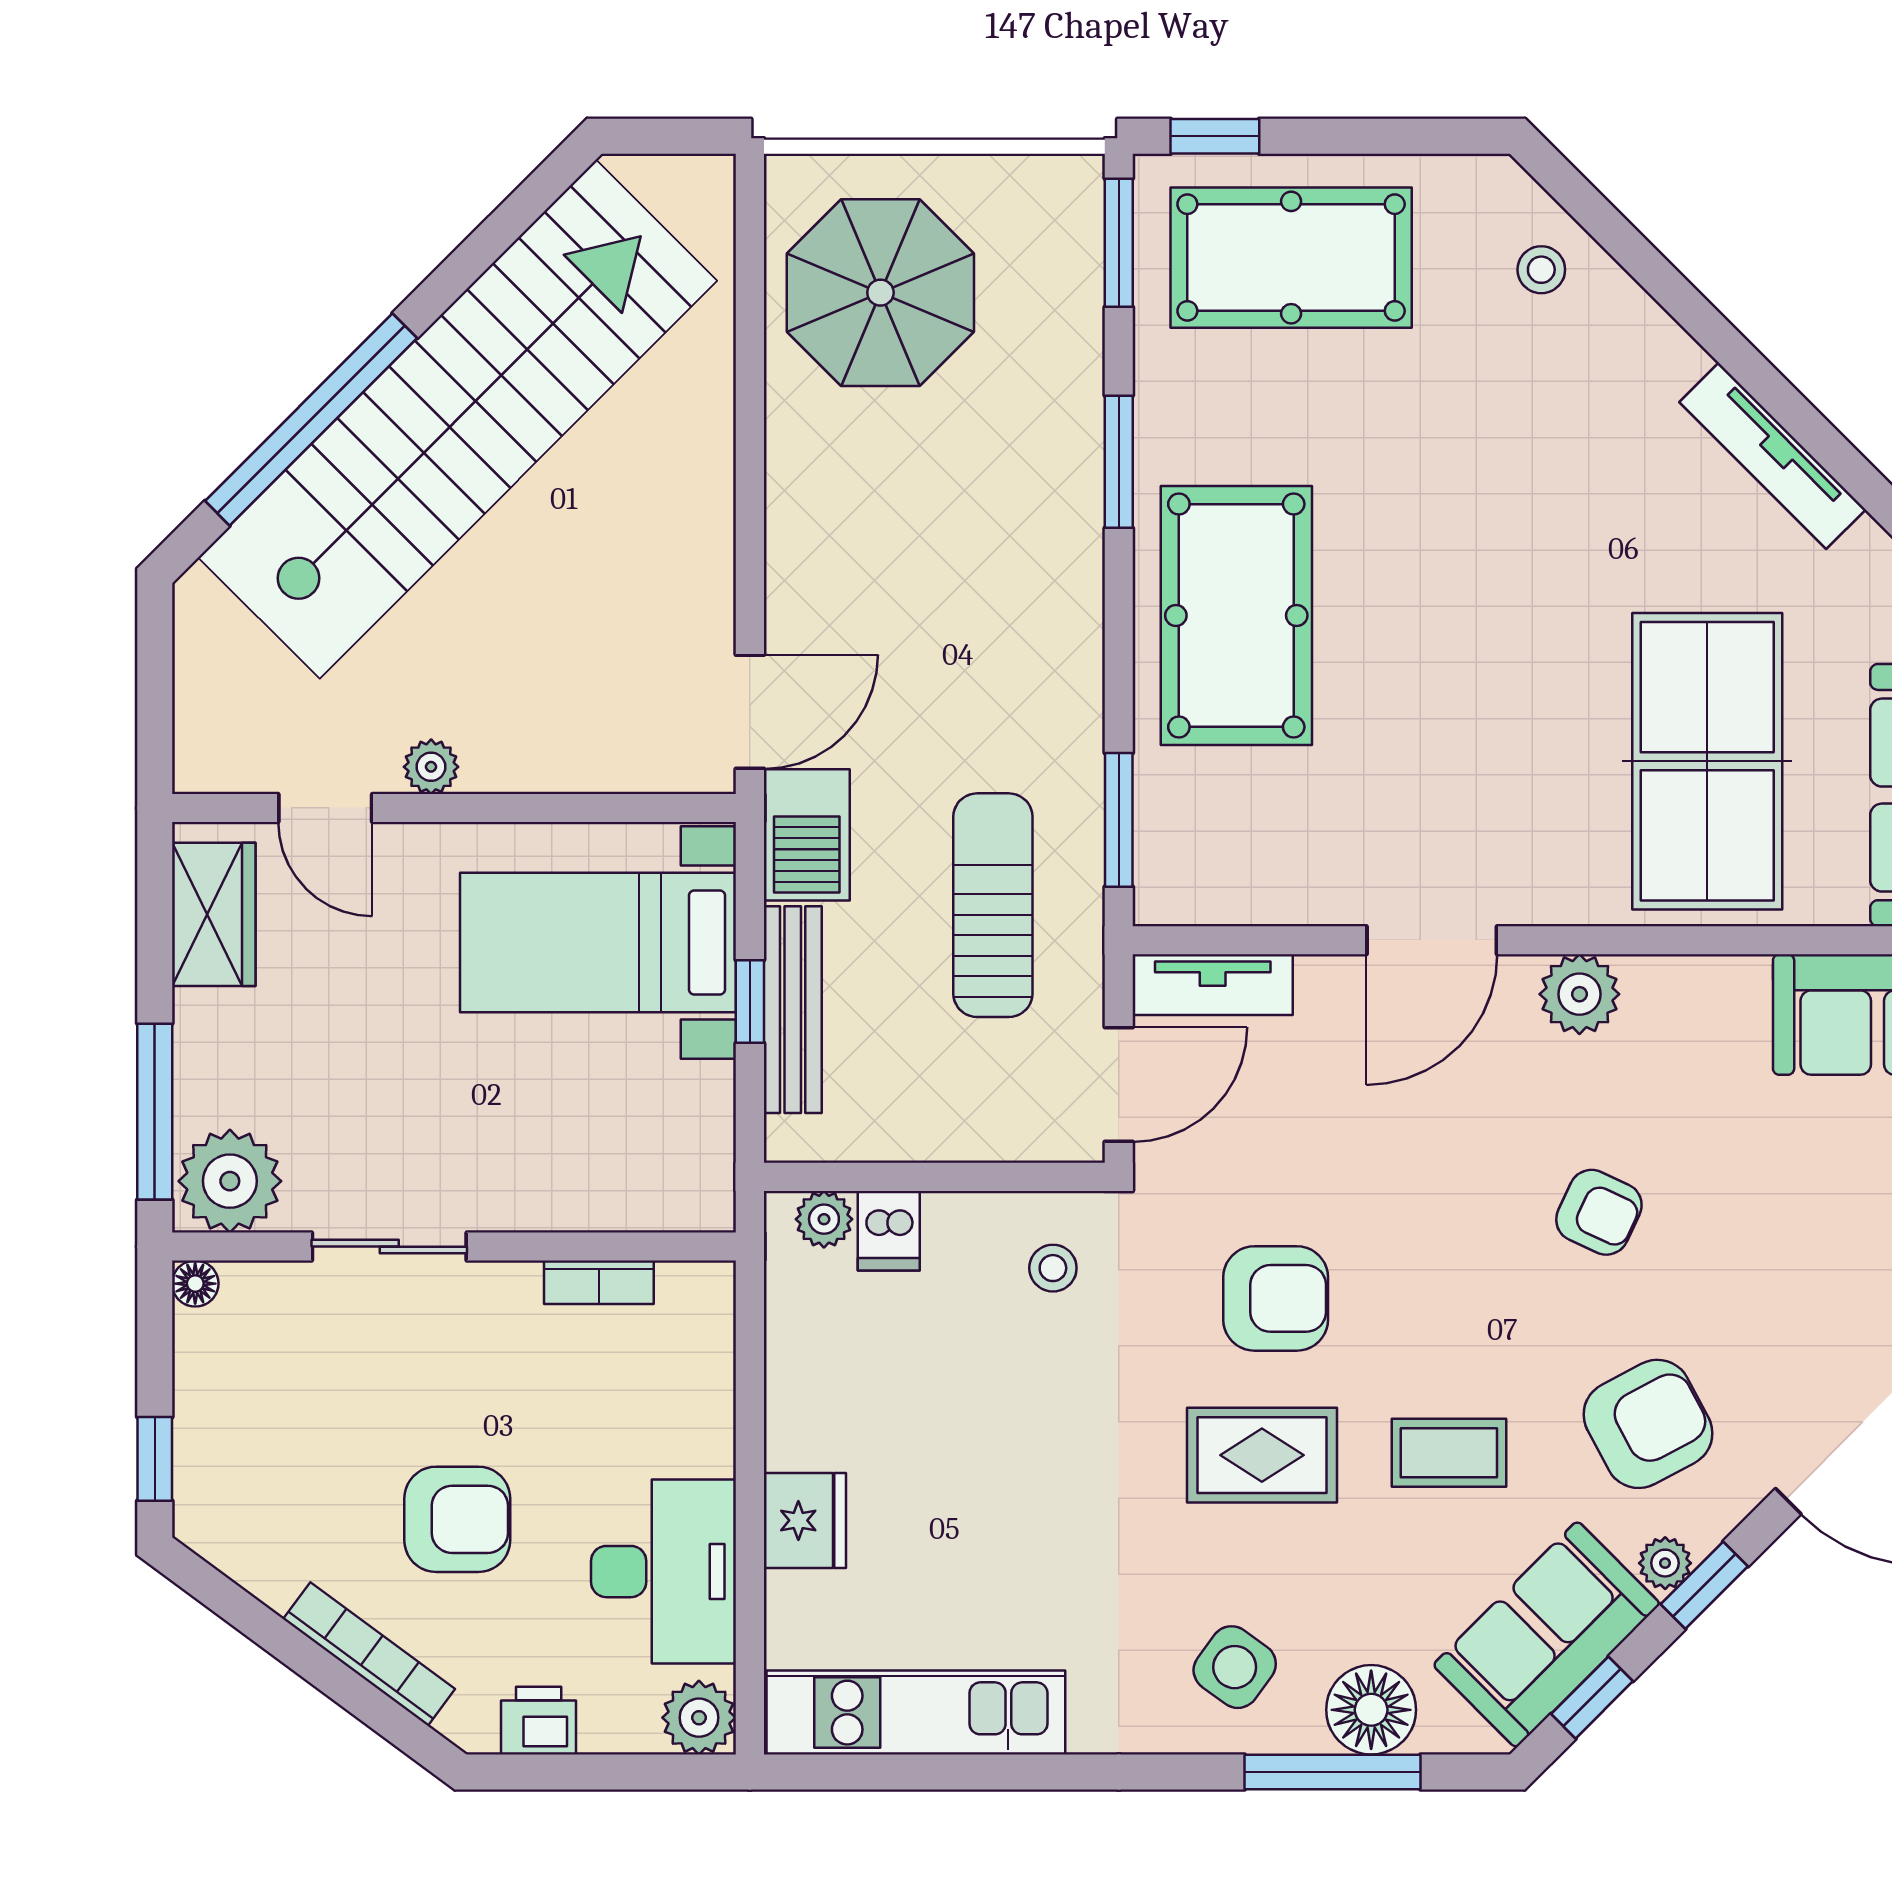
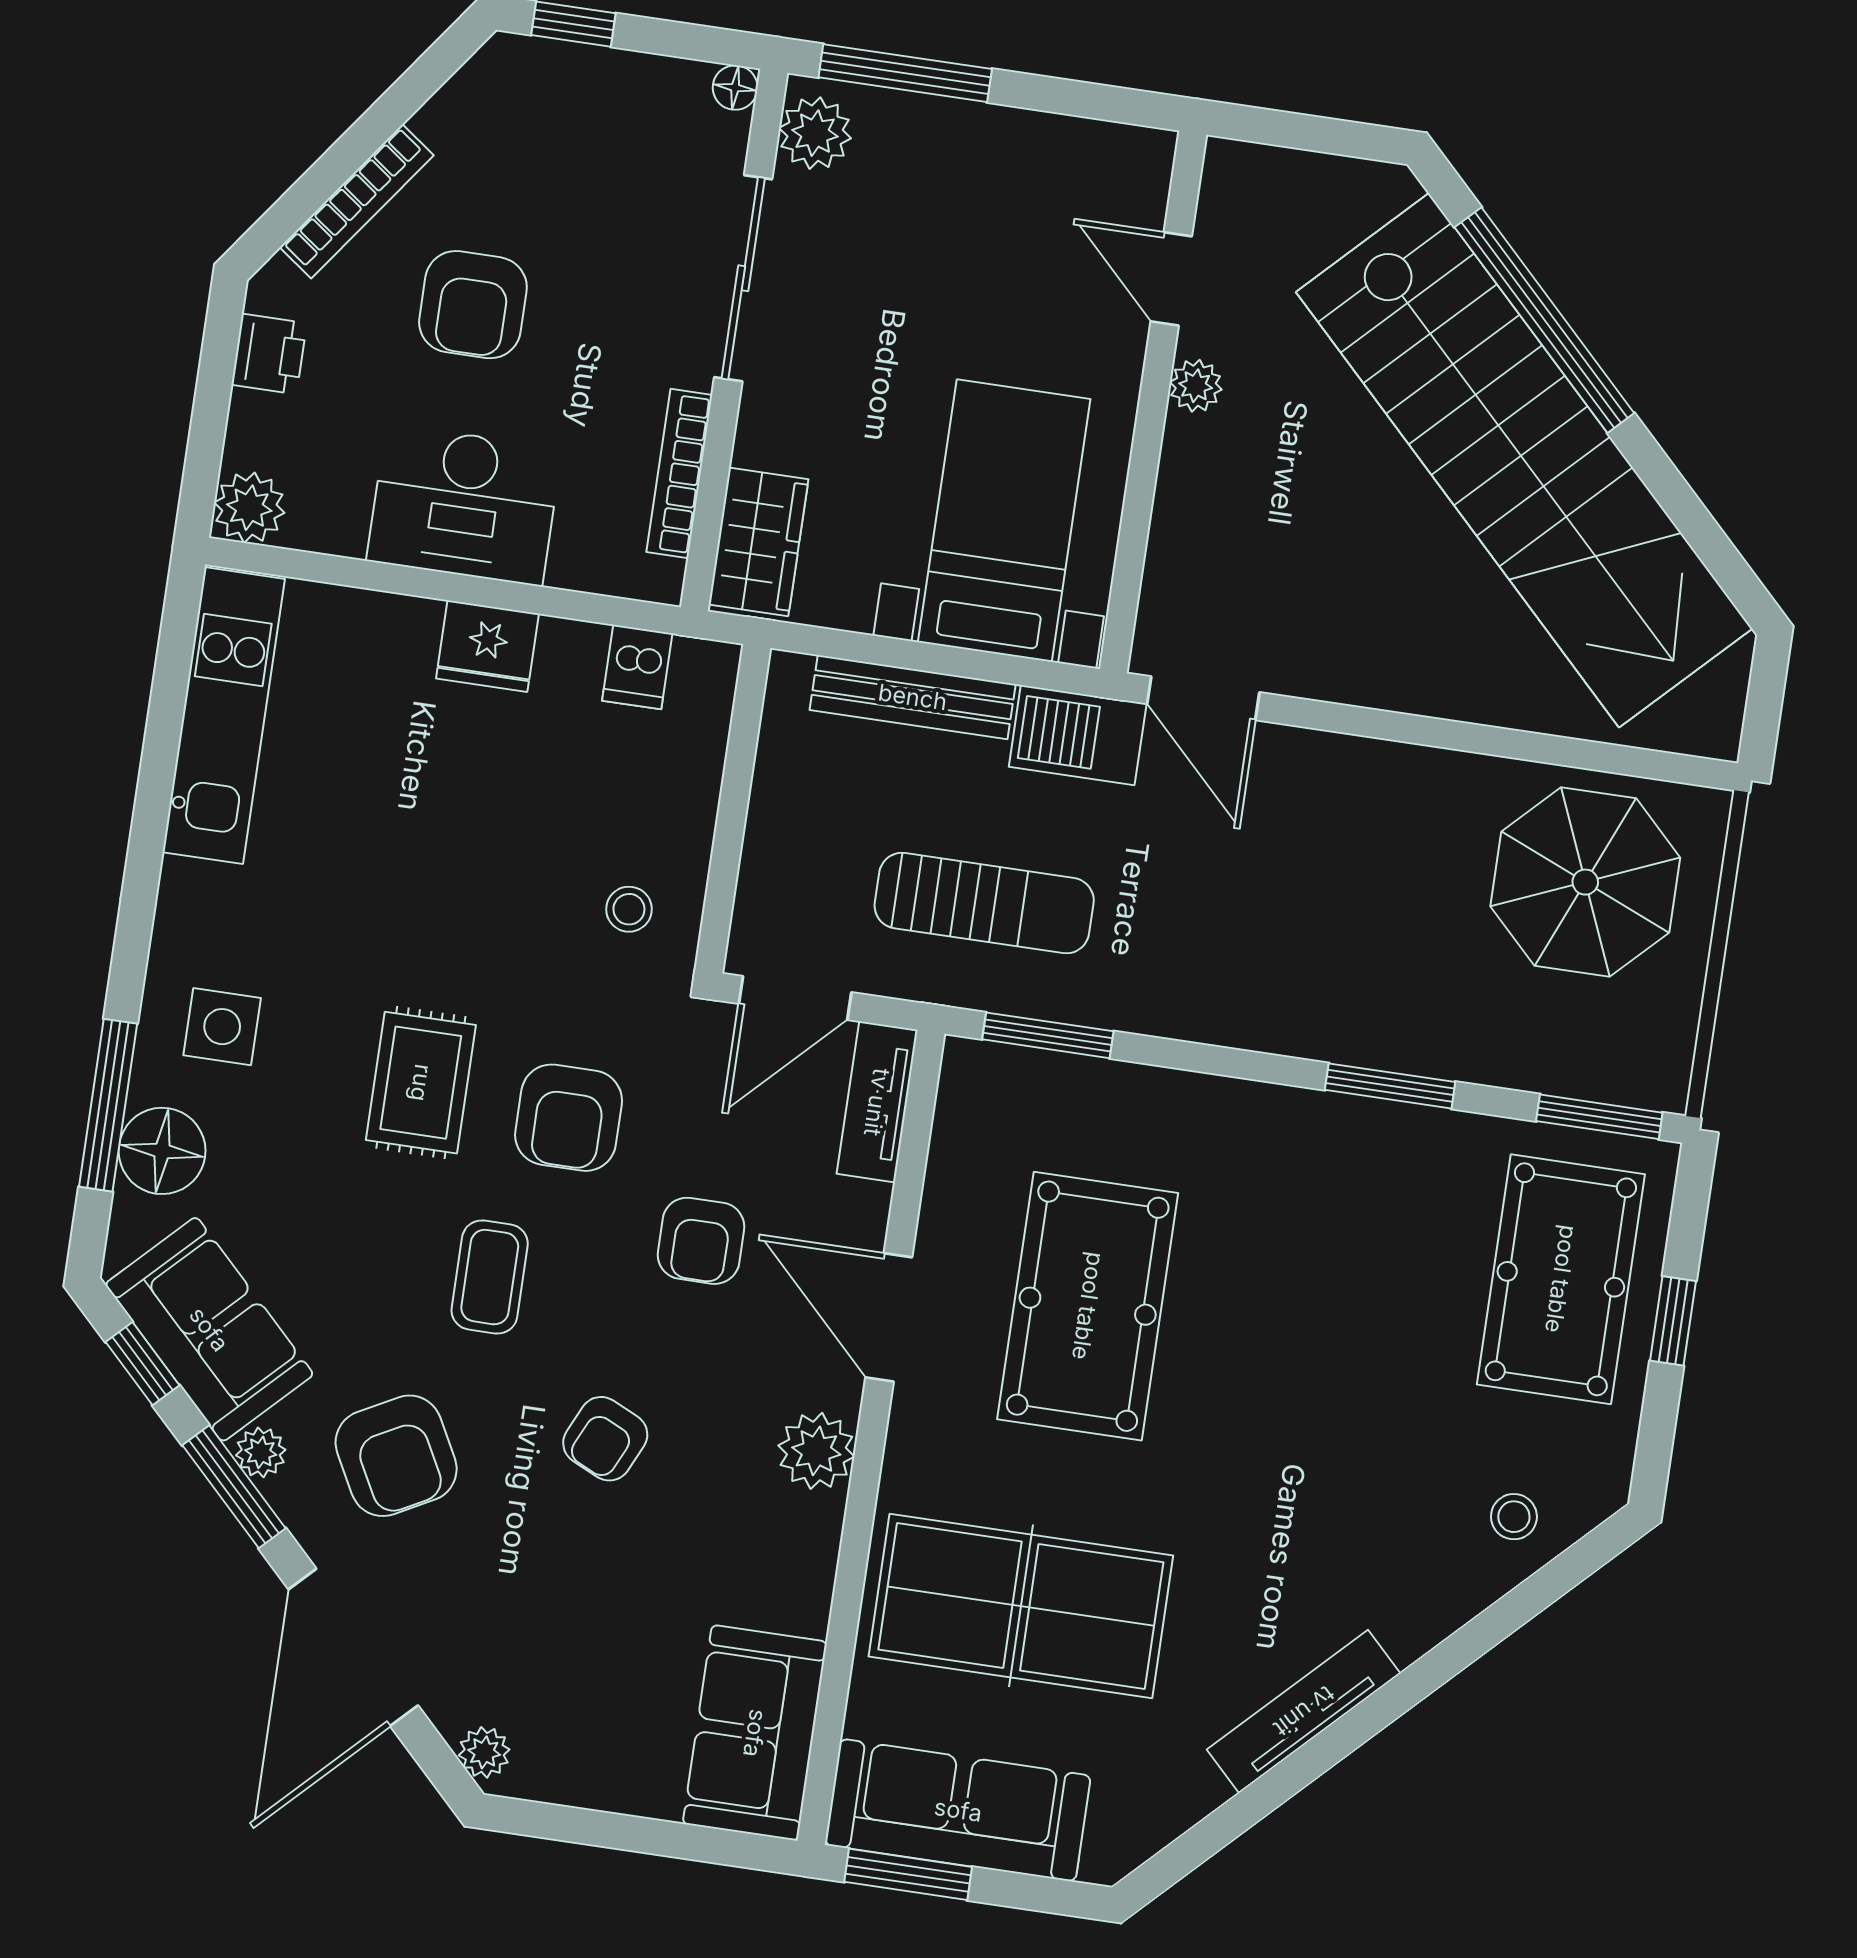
window: (1215, 136) -> (1673, 1321), moved
pool table: (1236, 615) -> (1088, 1306), moved, turned 90
door: (325, 808) -> (1171, 279), hinge flipped
wardrobe: (214, 914) -> (759, 542), moved, turned -90
window: (750, 1001) -> (926, 657), removed
door: (1119, 1084) -> (795, 998), hinge flipped
armchair: (1382, 1144) -> (701, 1241), added
plant: (230, 1181) -> (815, 133), width x0.73, depth x0.73
plant: (824, 1219) -> (708, 697), removed
dishwasher: (889, 1231) -> (637, 667), moved, turned -90
sliding door: (389, 1247) -> (743, 278), width x1.37
bookcase: (599, 1282) -> (679, 473), width x1.56
coffee table: (1449, 1453) -> (490, 1277), moved
fridge: (805, 1520) -> (487, 646), moved
desk: (664, 1572) -> (464, 505), moved
window: (1704, 1585) -> (234, 1487), width x1.50
side table: (1235, 1667) -> (222, 1027), turned -36

